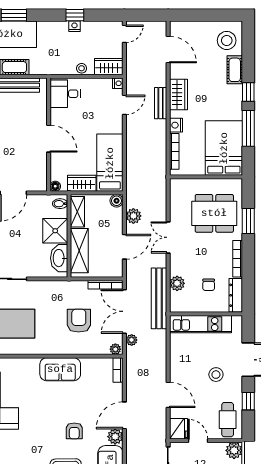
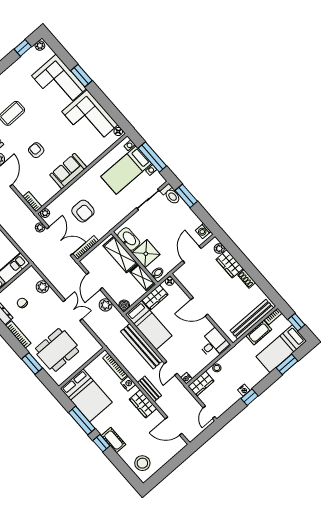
cot: (235, 70) -> (114, 440), moved
bench: (159, 298) -> (142, 346), moved
armchair: (74, 431) -> (36, 150), moved

